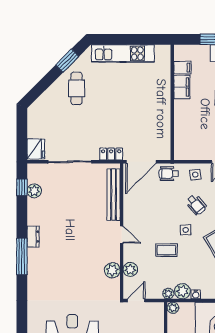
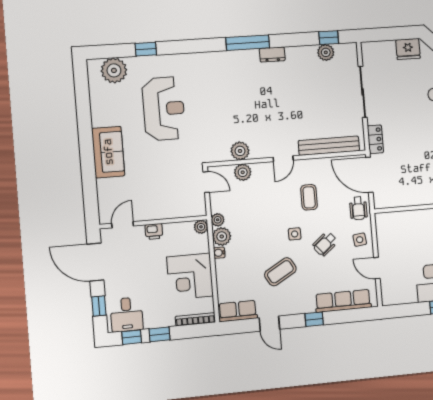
fridge: (36, 149) -> (408, 49), moved
wheelchair: (169, 174) -> (358, 208), turned 180
coffee table: (166, 250) -> (309, 197), moved

